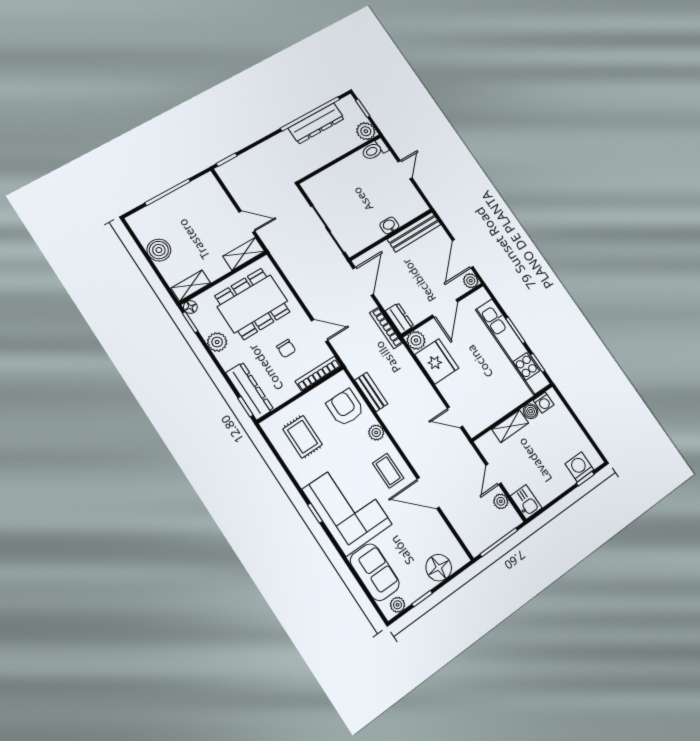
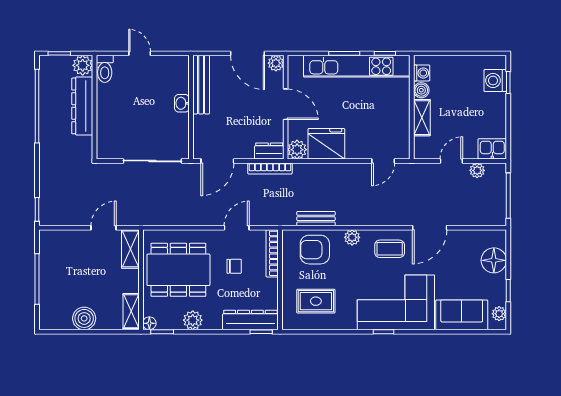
dresser: (316, 123) -> (82, 106), moved, turned 180
door: (363, 281) -> (217, 161), swing flipped
dining table: (252, 304) -> (178, 270), turned 90
door: (493, 474) -> (451, 161), swing flipped

